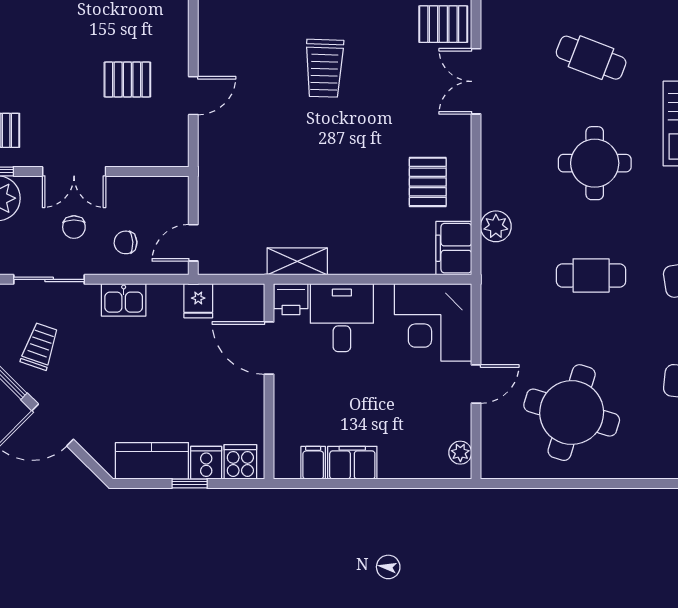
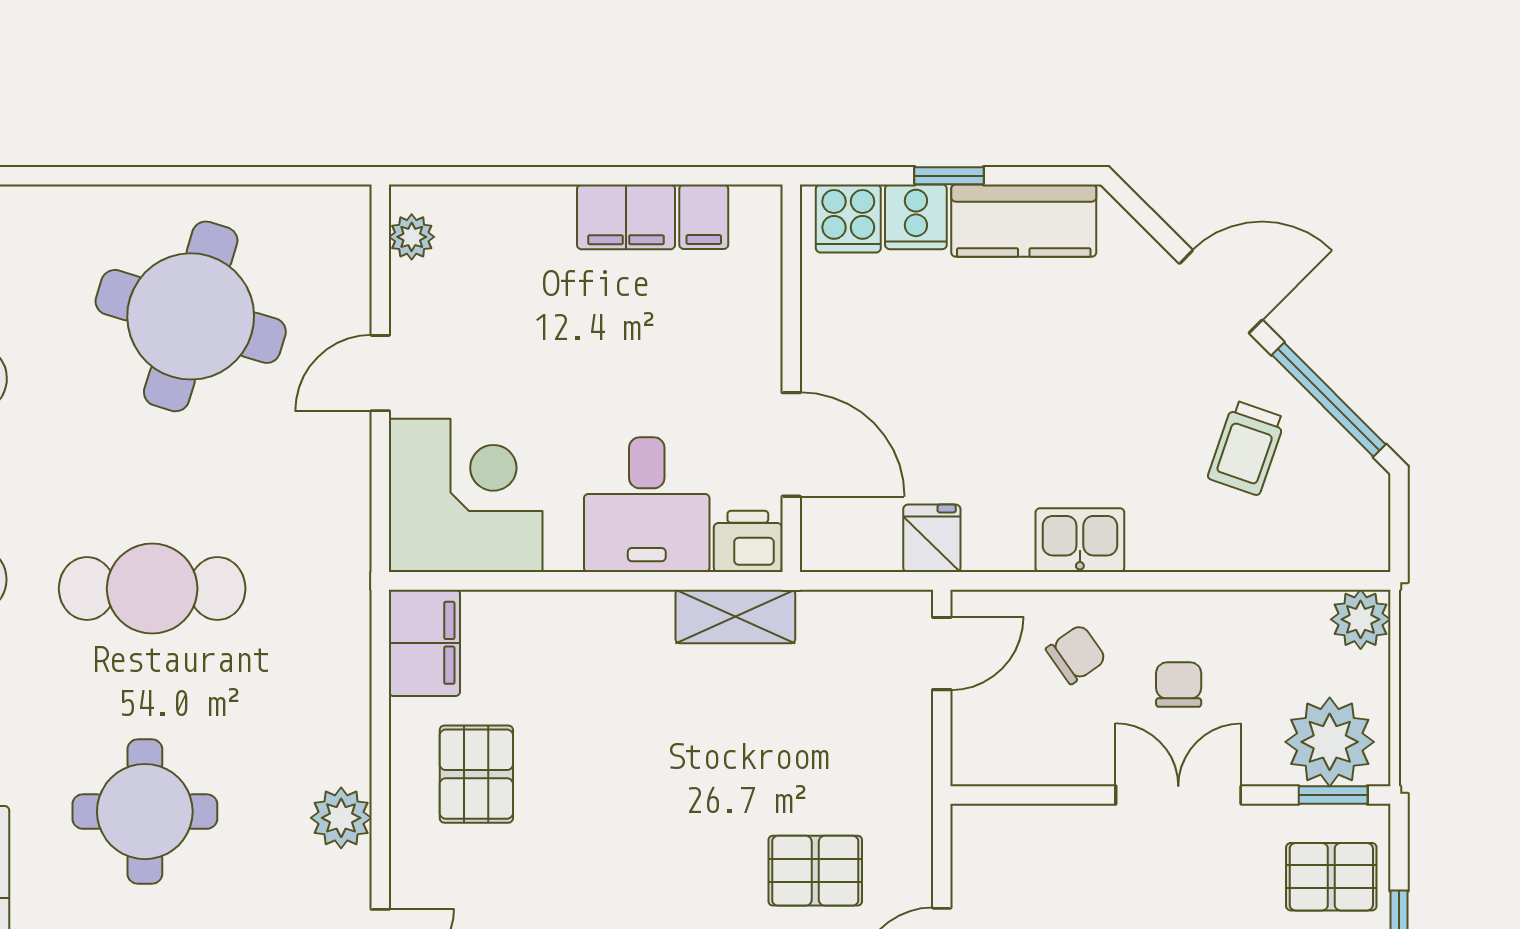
pallet: (257, 133) -> (815, 871), added
plant: (496, 226) -> (341, 818), moved
chair: (126, 242) -> (1076, 654), turned -32
cafe table: (591, 275) -> (152, 589), width x1.37, depth x1.35
sliding door: (49, 279) -> (1228, 581), removed

